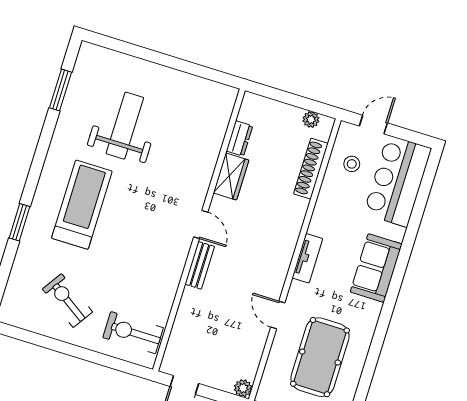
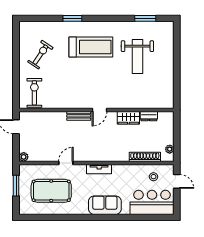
weight bench: (125, 126) -> (137, 56), turned 90

